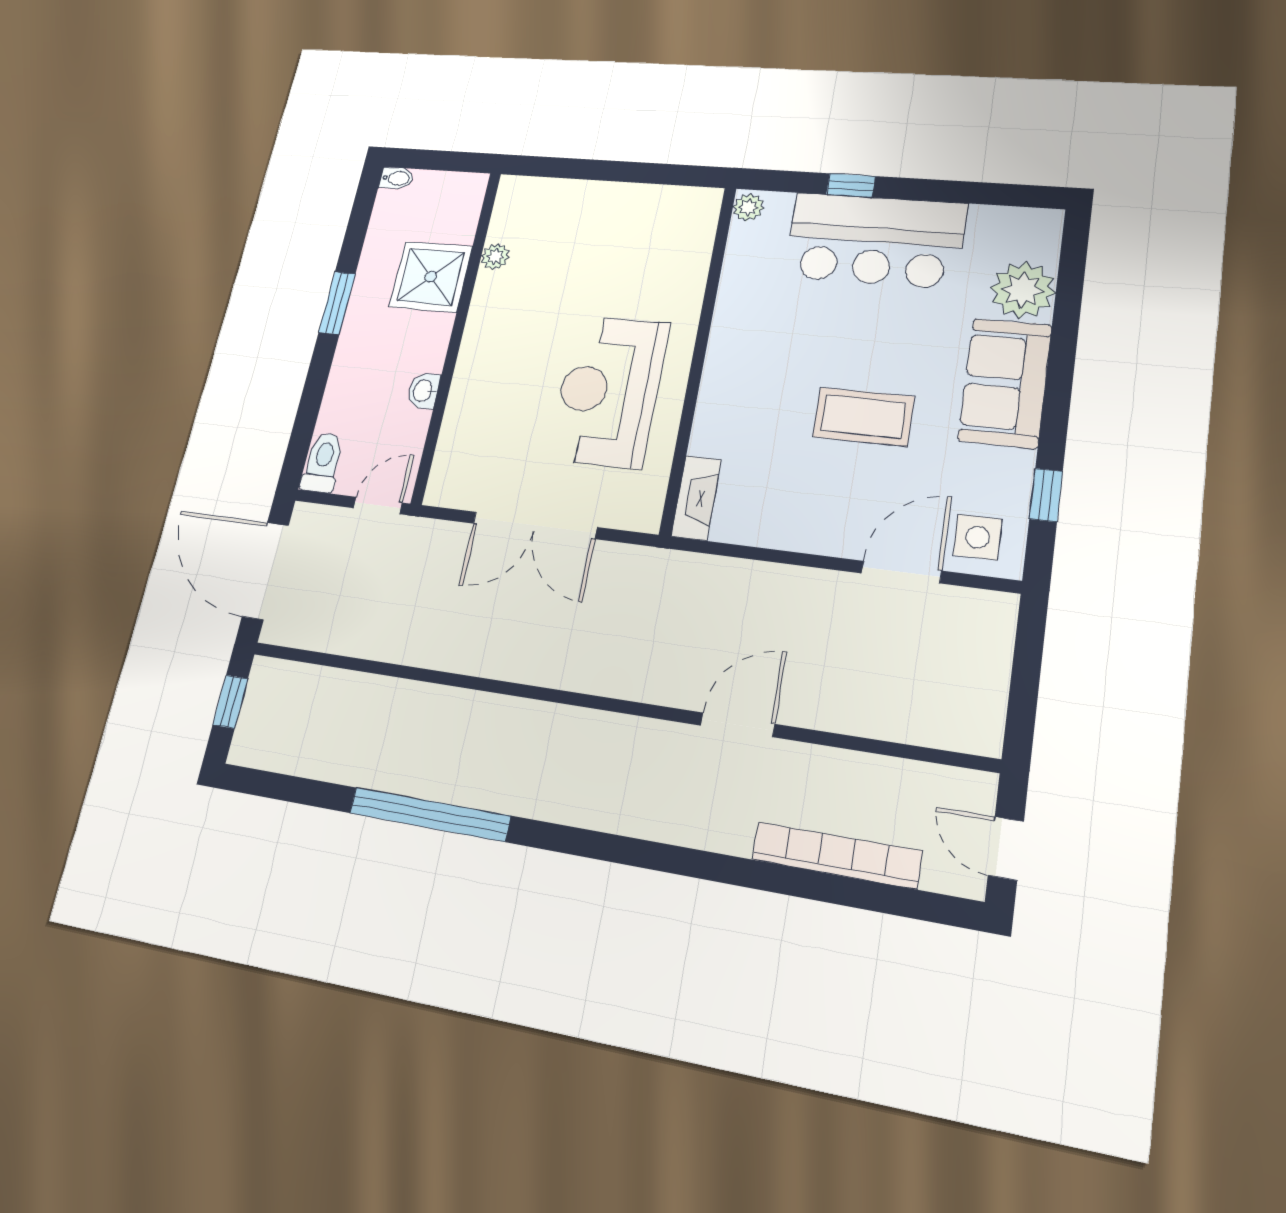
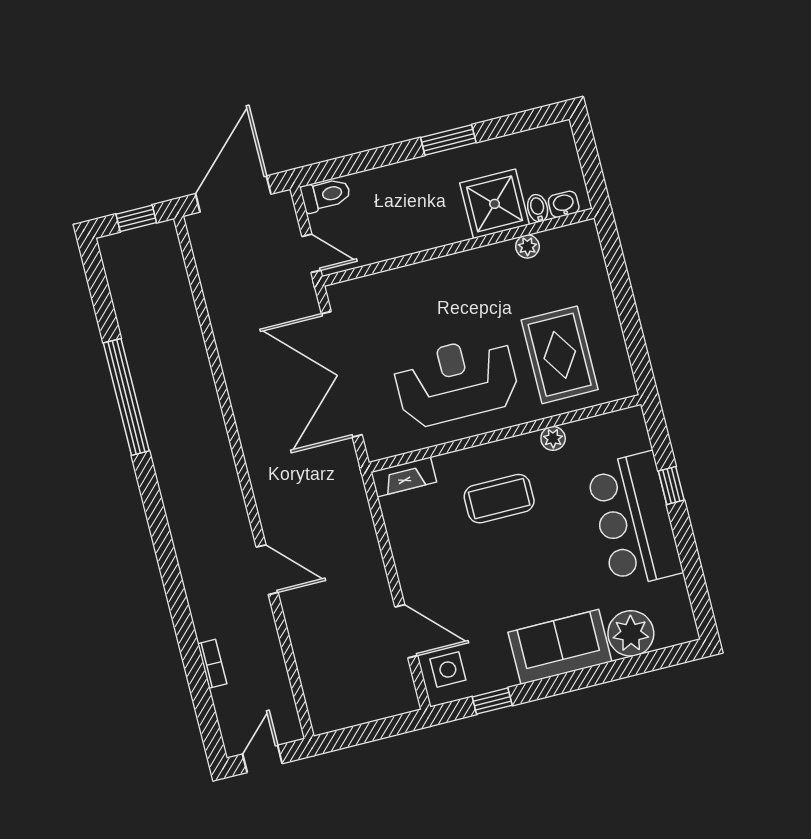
bidet: (397, 178) -> (538, 208), moved, turned 180
plant: (748, 207) -> (553, 438), moved
rug: (635, 262) -> (560, 355), added
washbasin: (423, 391) -> (564, 204), moved
coffee table: (863, 417) -> (499, 499), moved, turned 90
double door: (535, 525) -> (342, 374), width x1.36
bookcase: (836, 855) -> (212, 664), width x0.43, depth x0.76

